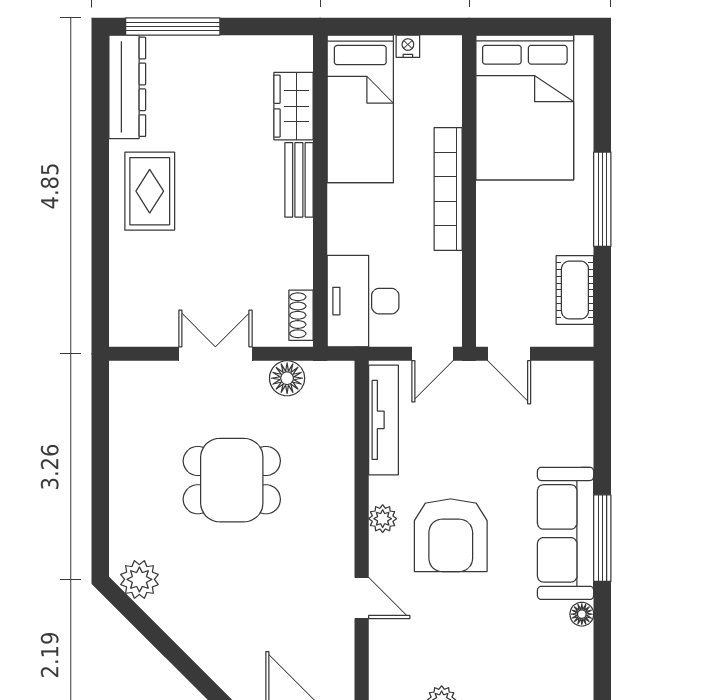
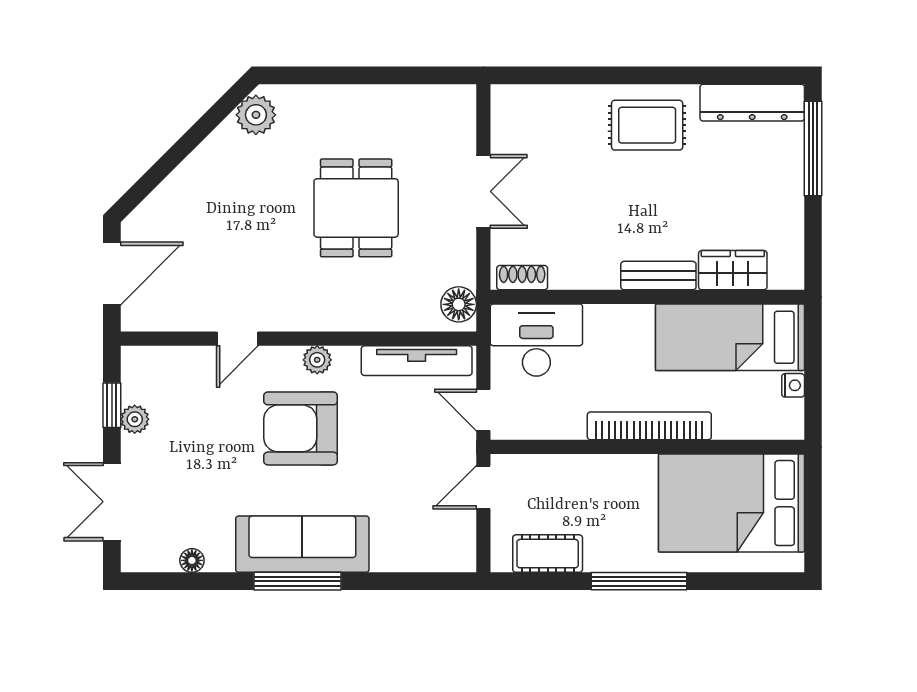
floor lamp: (287, 378) -> (459, 304), moved
floor lamp: (582, 614) -> (192, 560), moved

